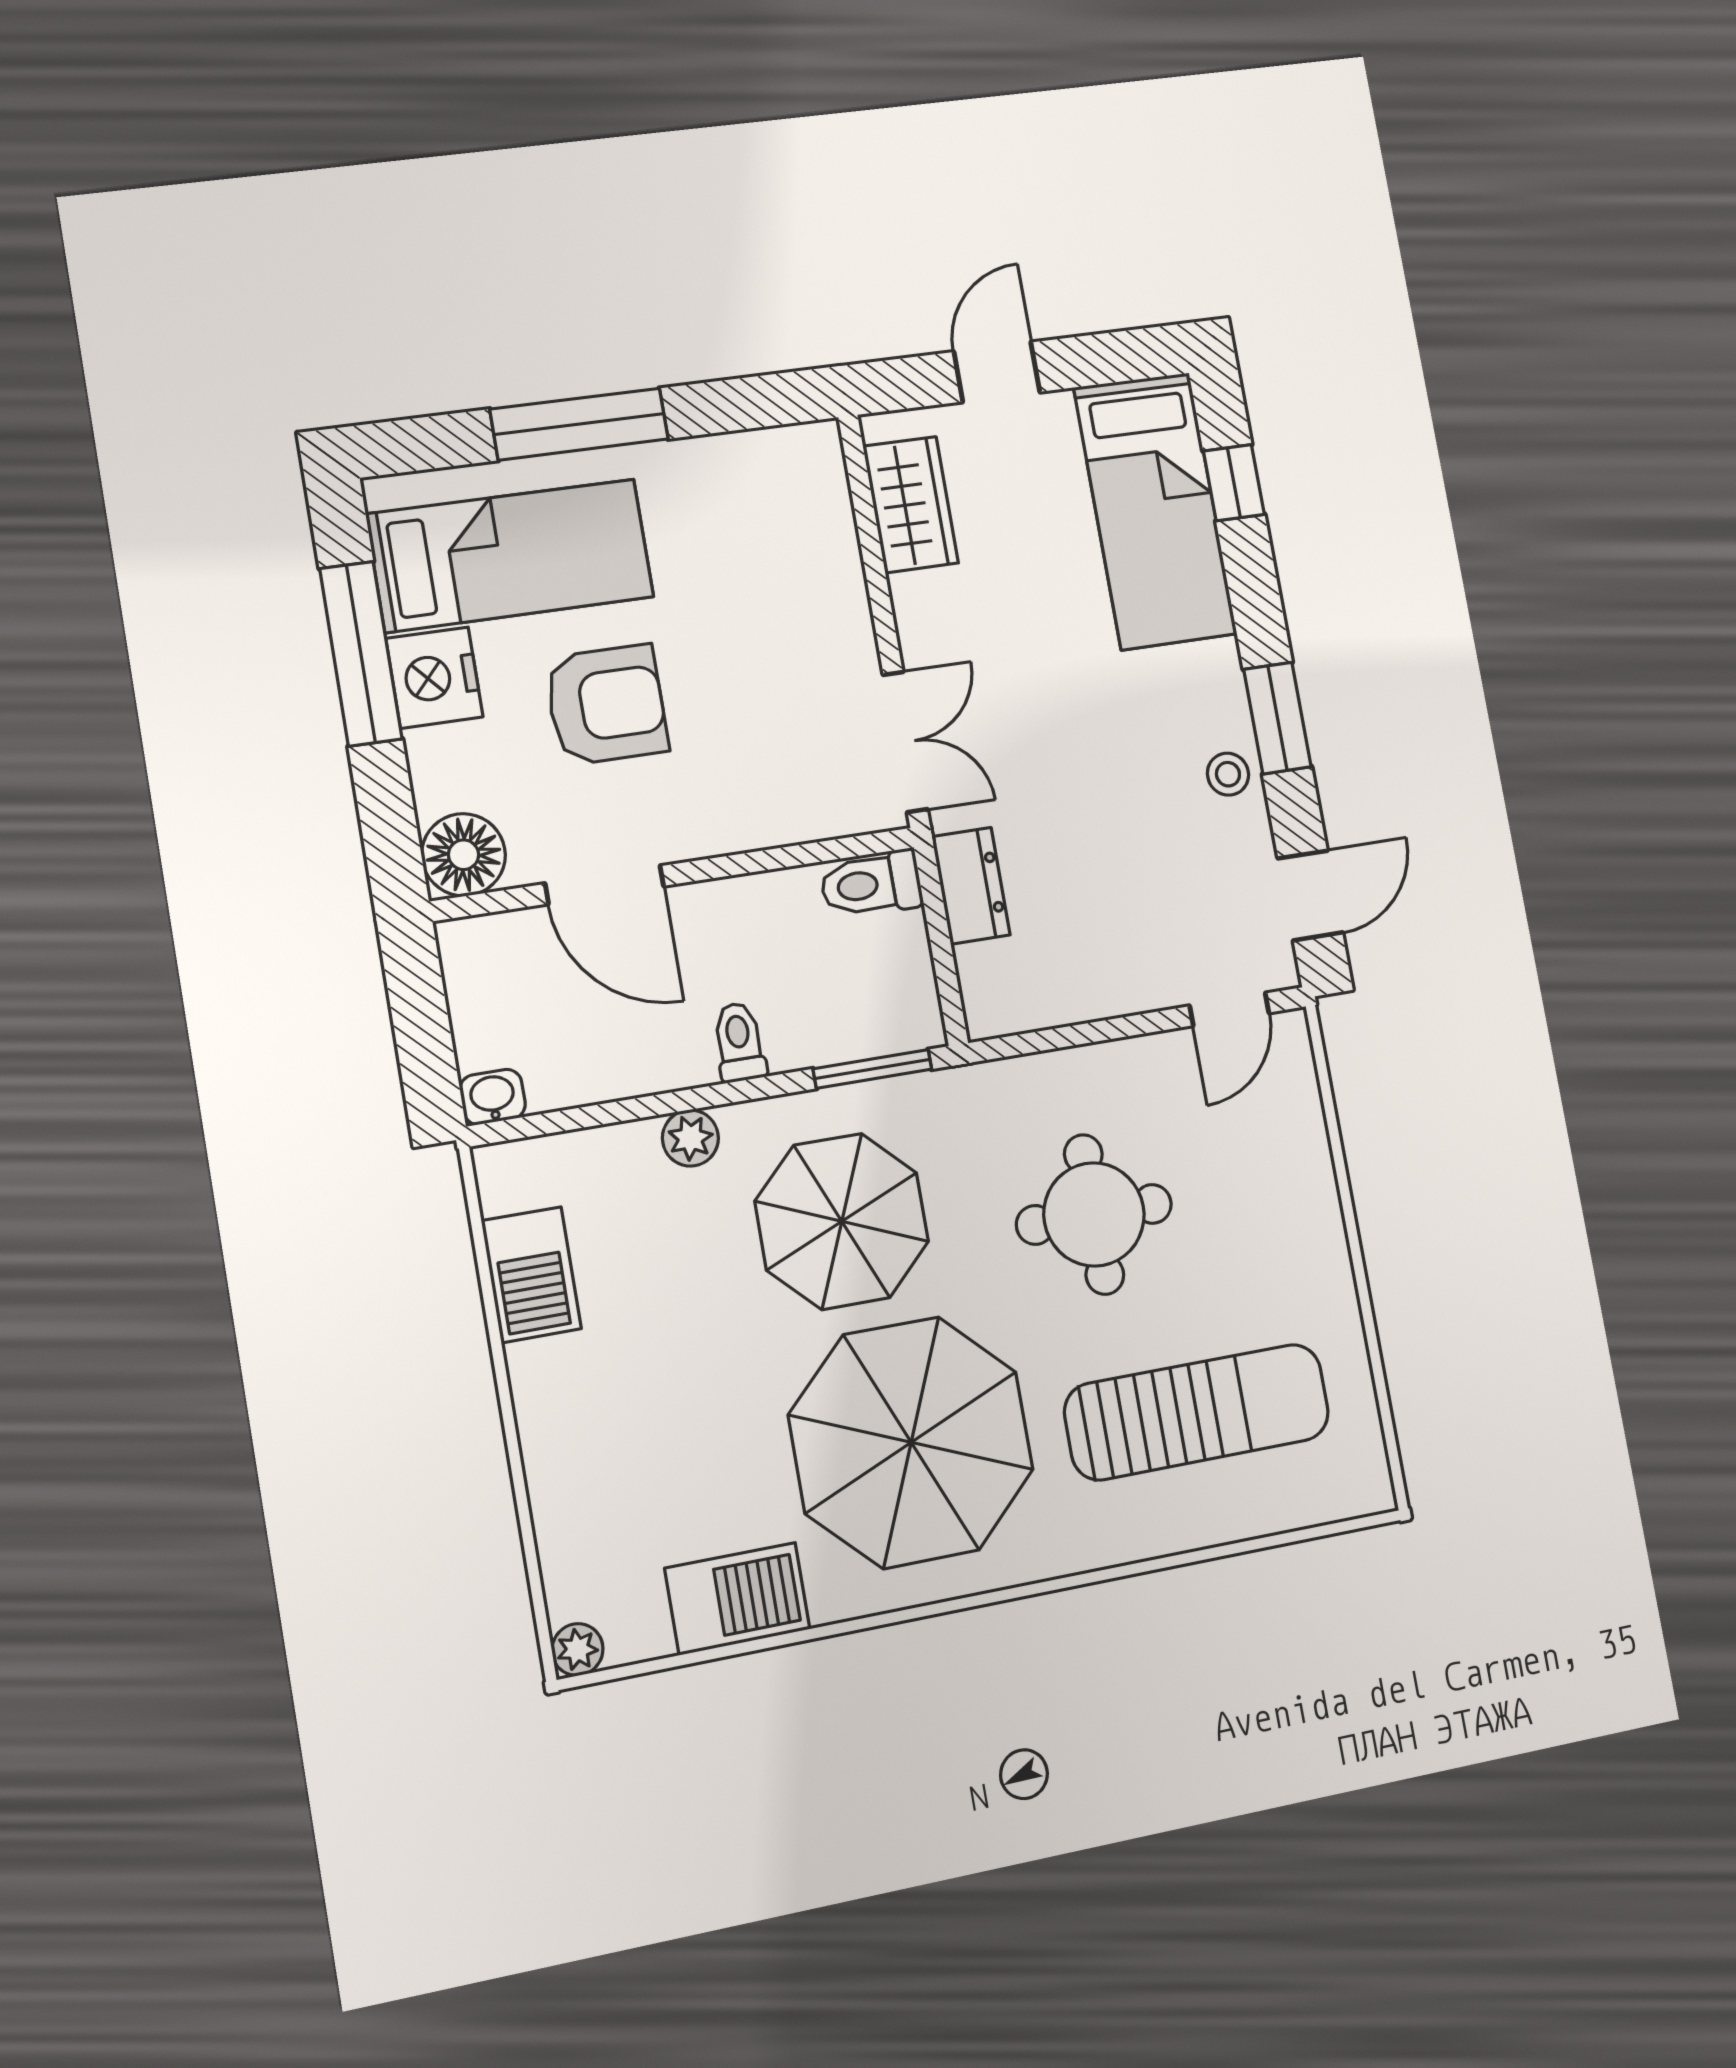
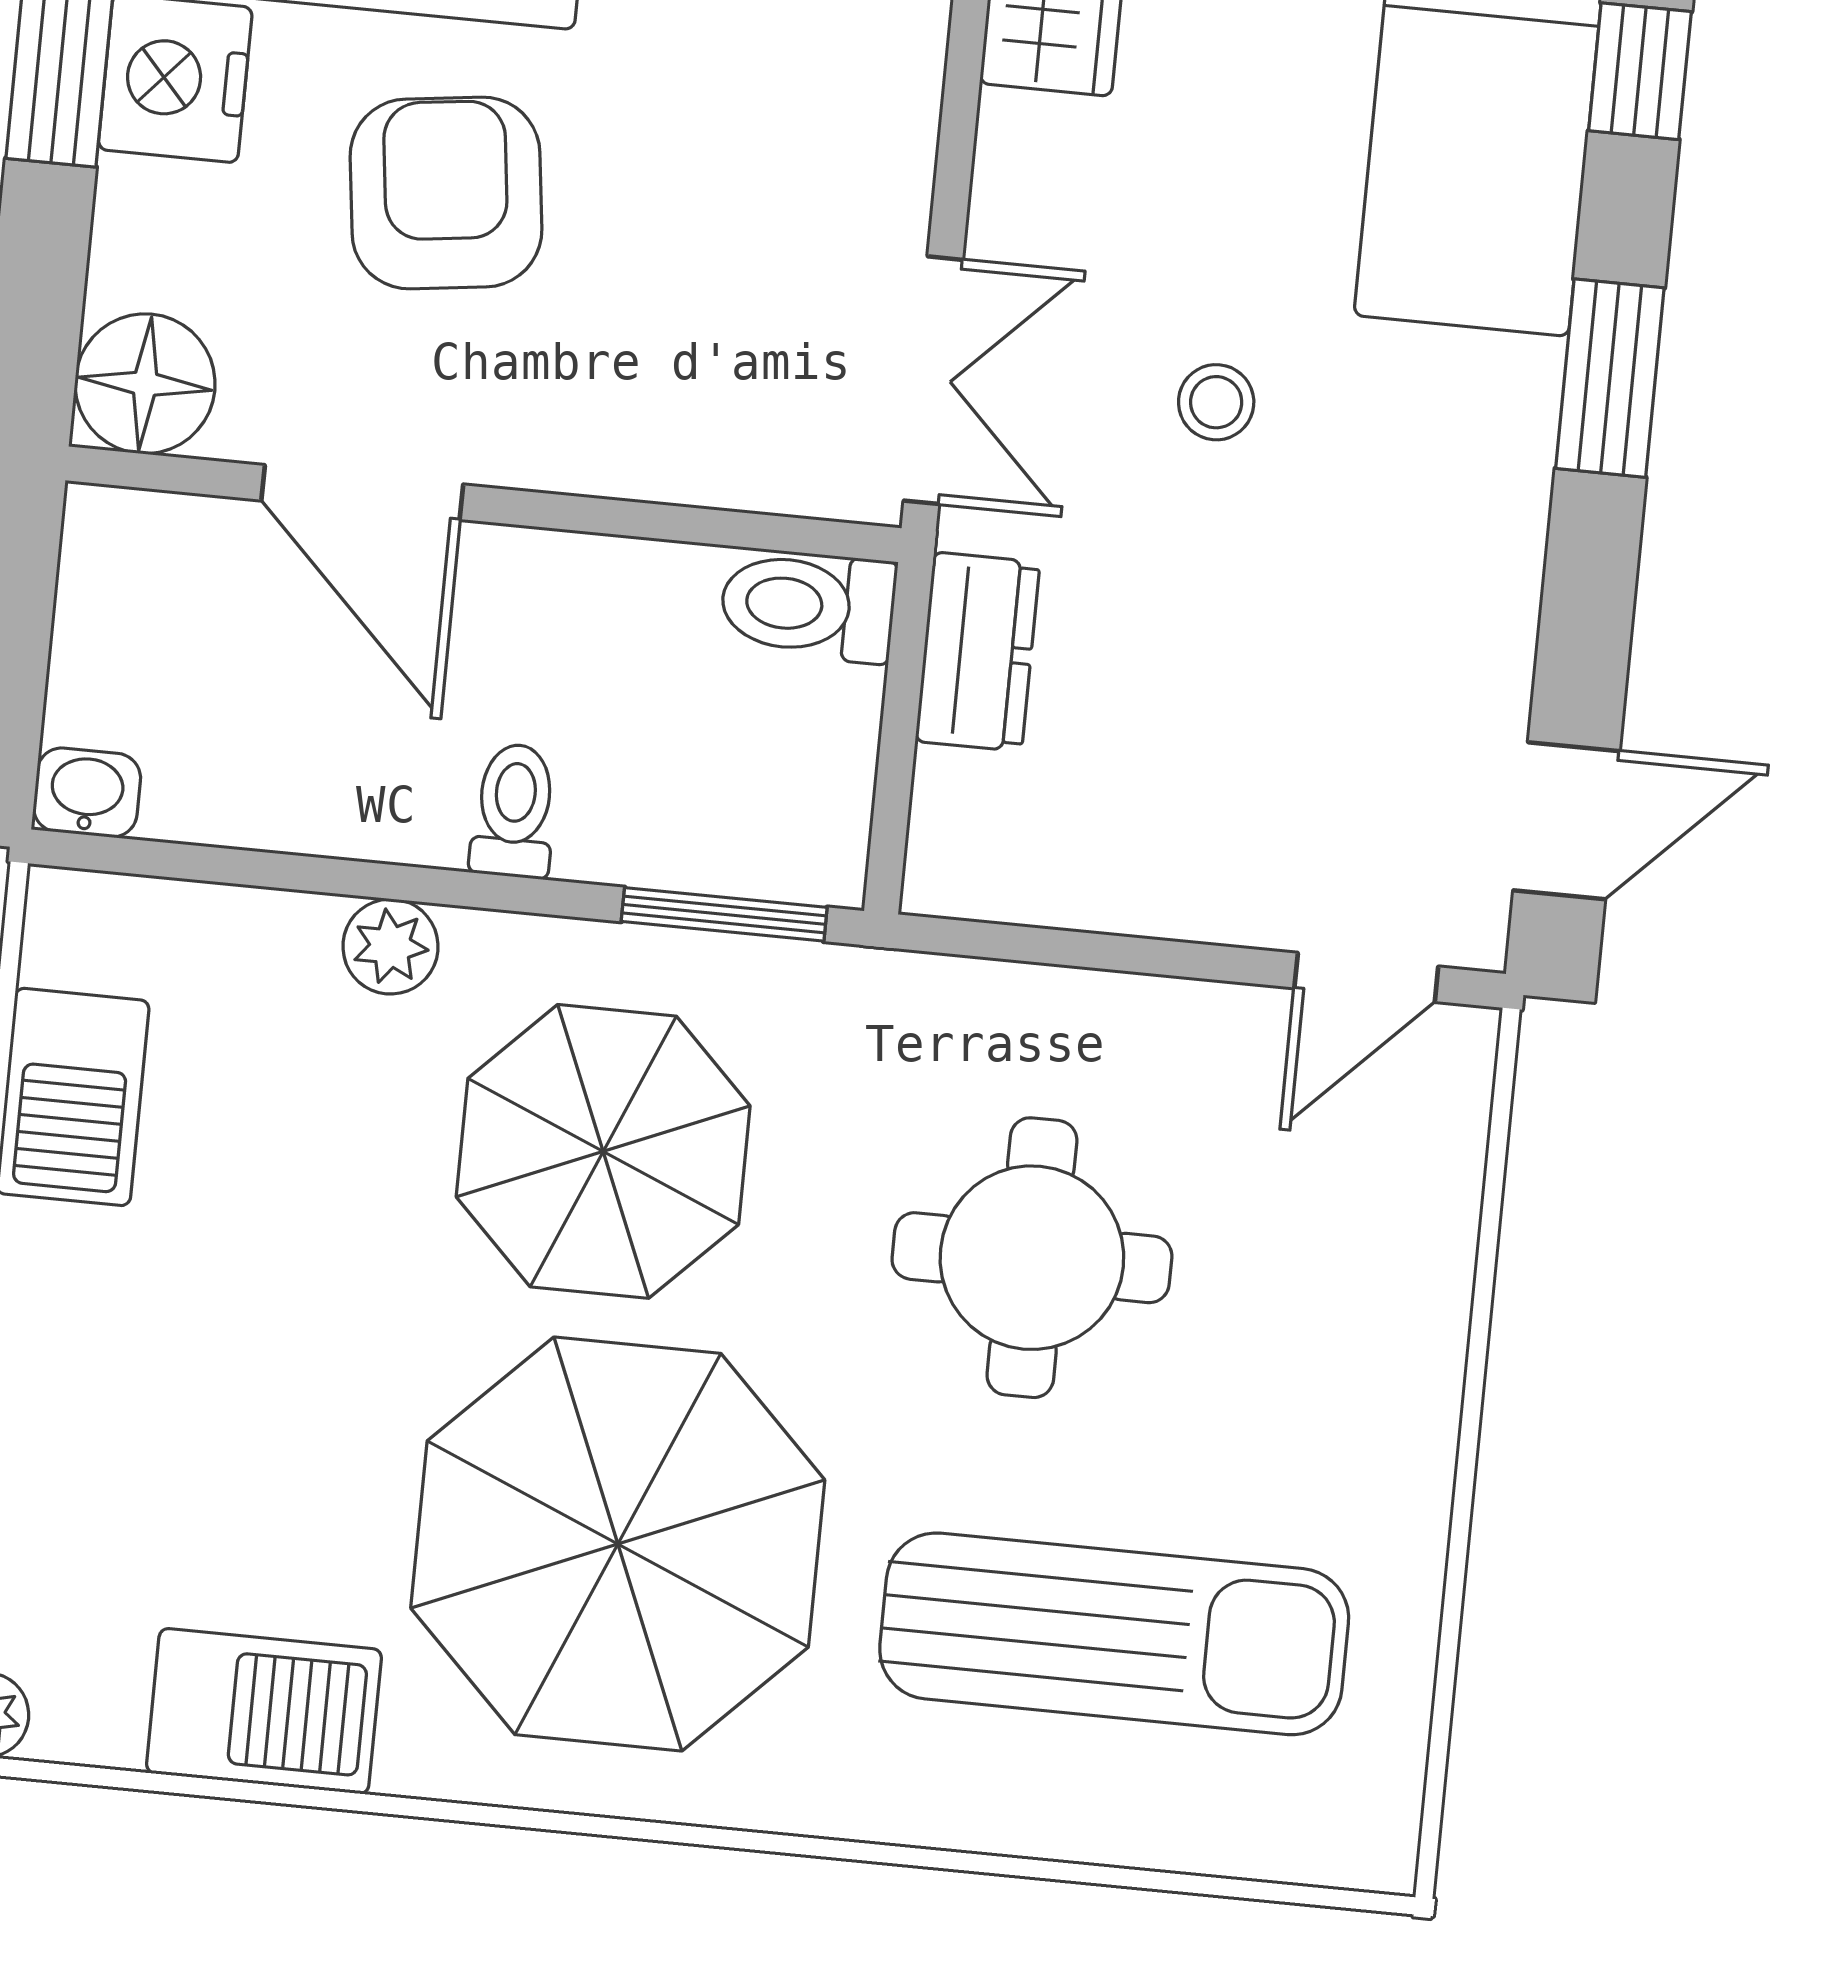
armchair: (606, 705) -> (446, 193), turned -97
window: (1277, 718) -> (1610, 378), moved
stool: (1228, 774) -> (1216, 402), moved

